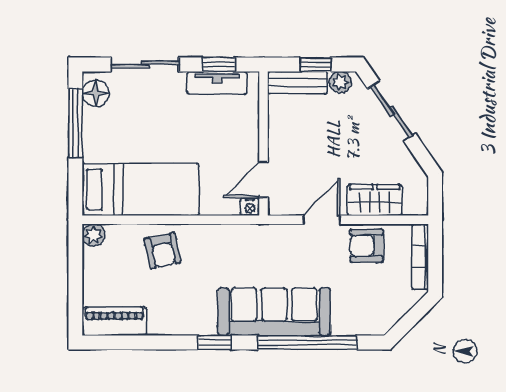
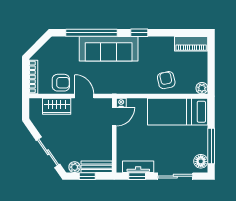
door: (321, 220) -> (84, 96), swing flipped

